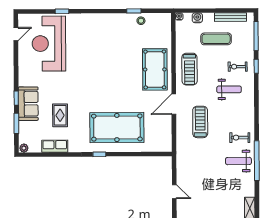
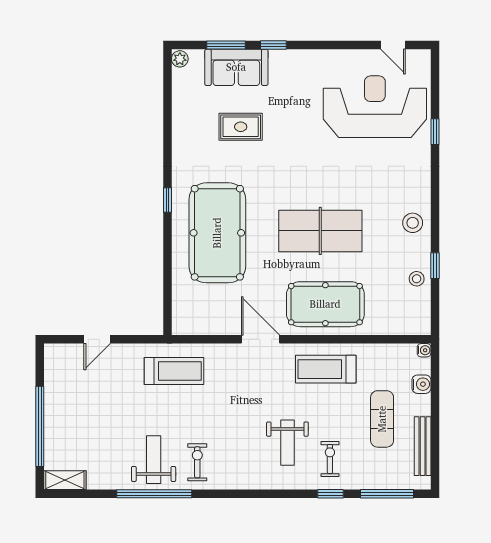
stool: (111, 23) -> (413, 223), added
table tennis table: (116, 72) -> (320, 231), added
sofa: (28, 104) -> (236, 67), moved
treadmill: (200, 122) -> (174, 371), moved
row of seats: (55, 146) -> (183, 117), removed

